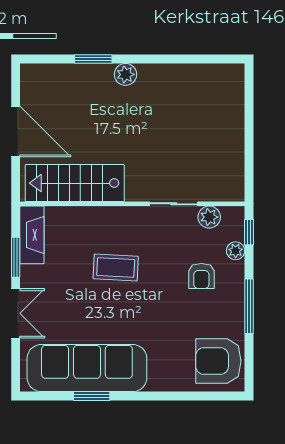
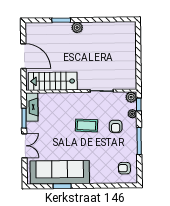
plant: (209, 217) -> (131, 97), moved
coffee table: (116, 268) -> (86, 125), moved
armchair: (218, 361) -> (124, 168), width x0.53, depth x0.53

